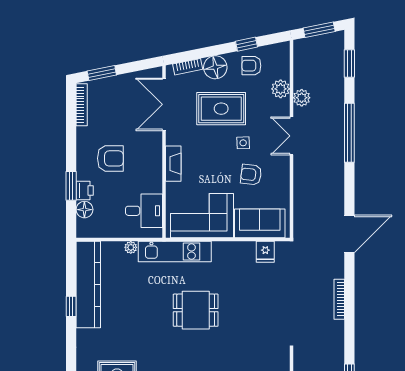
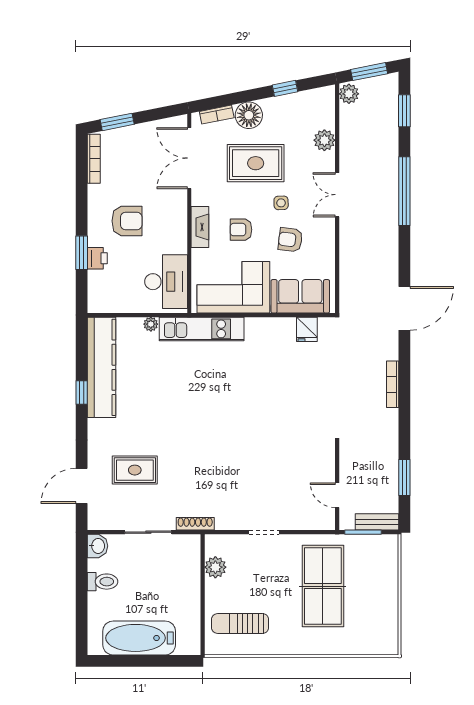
armchair: (251, 66) -> (241, 230), moved
plant: (302, 98) -> (349, 94), moved
floor lamp: (84, 210) -> (97, 280), removed
desk: (144, 211) -> (166, 282), width x1.37
dining table: (196, 310) -> (226, 397), removed

